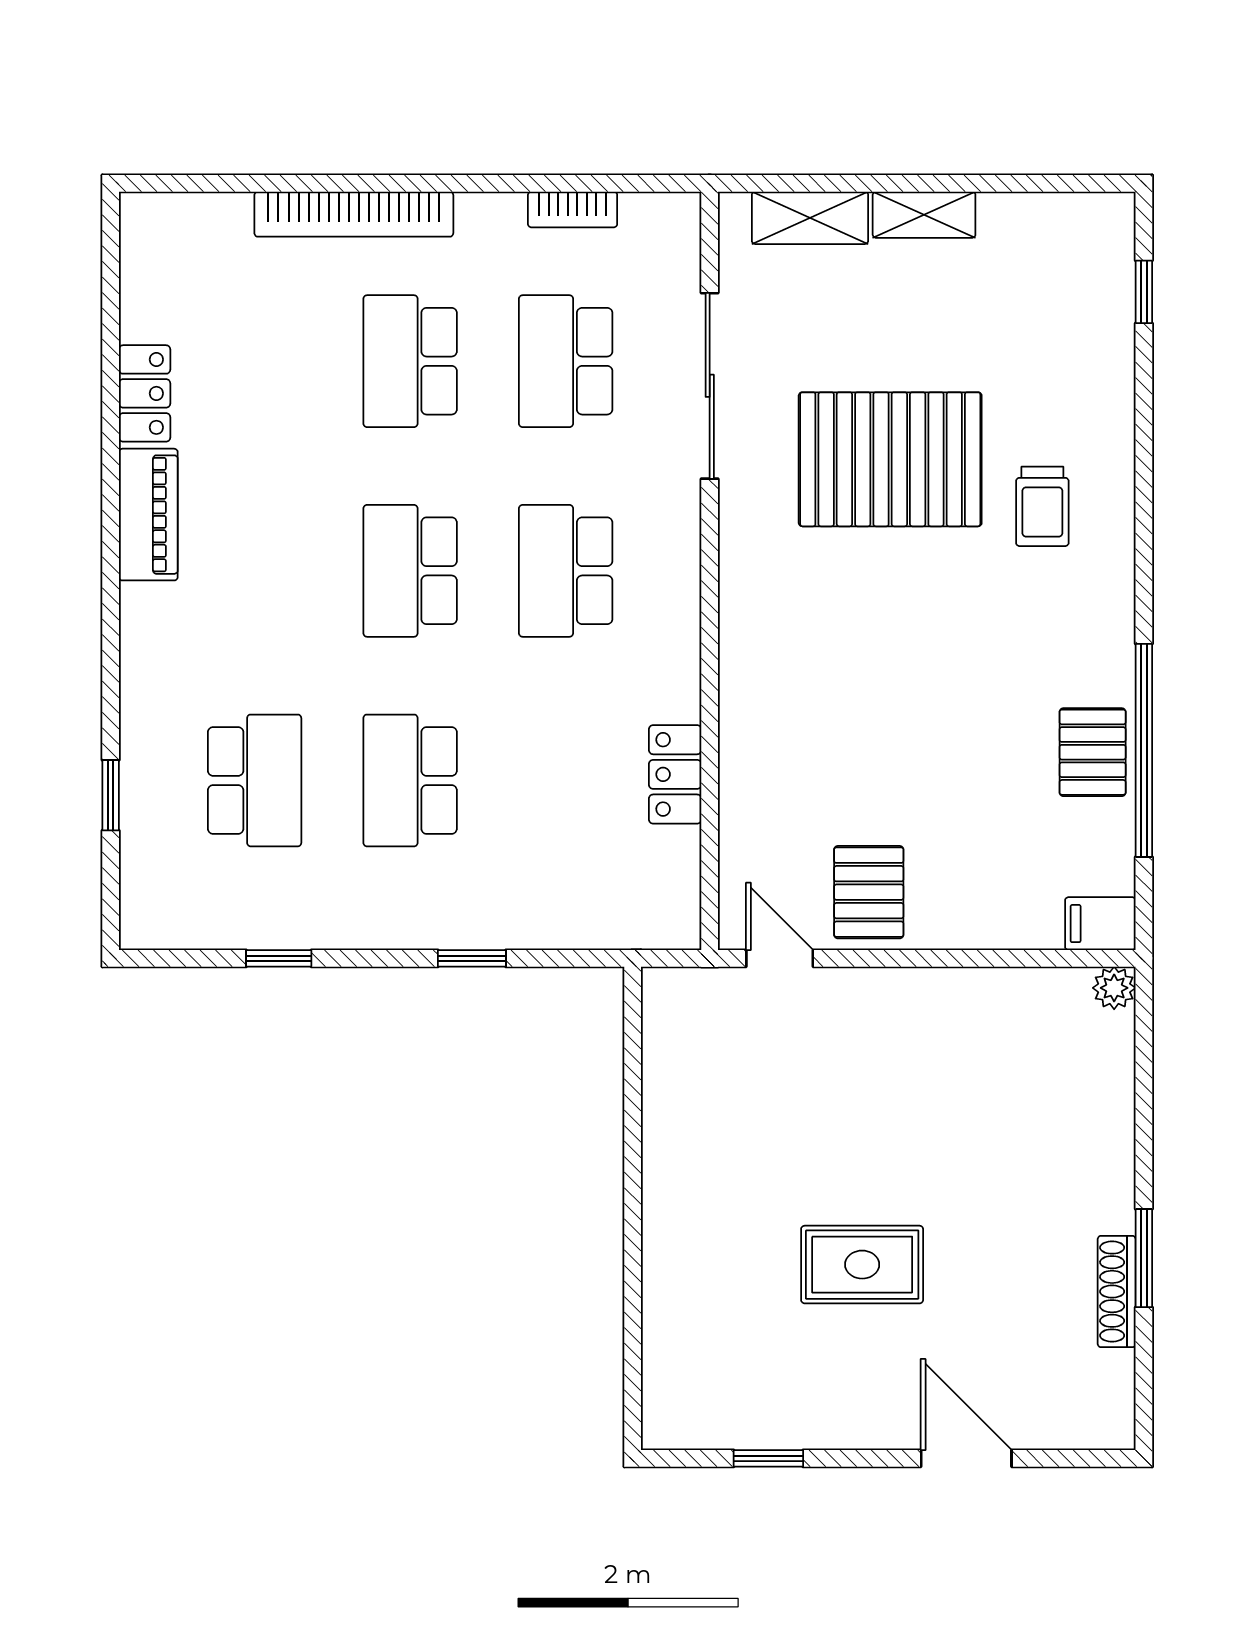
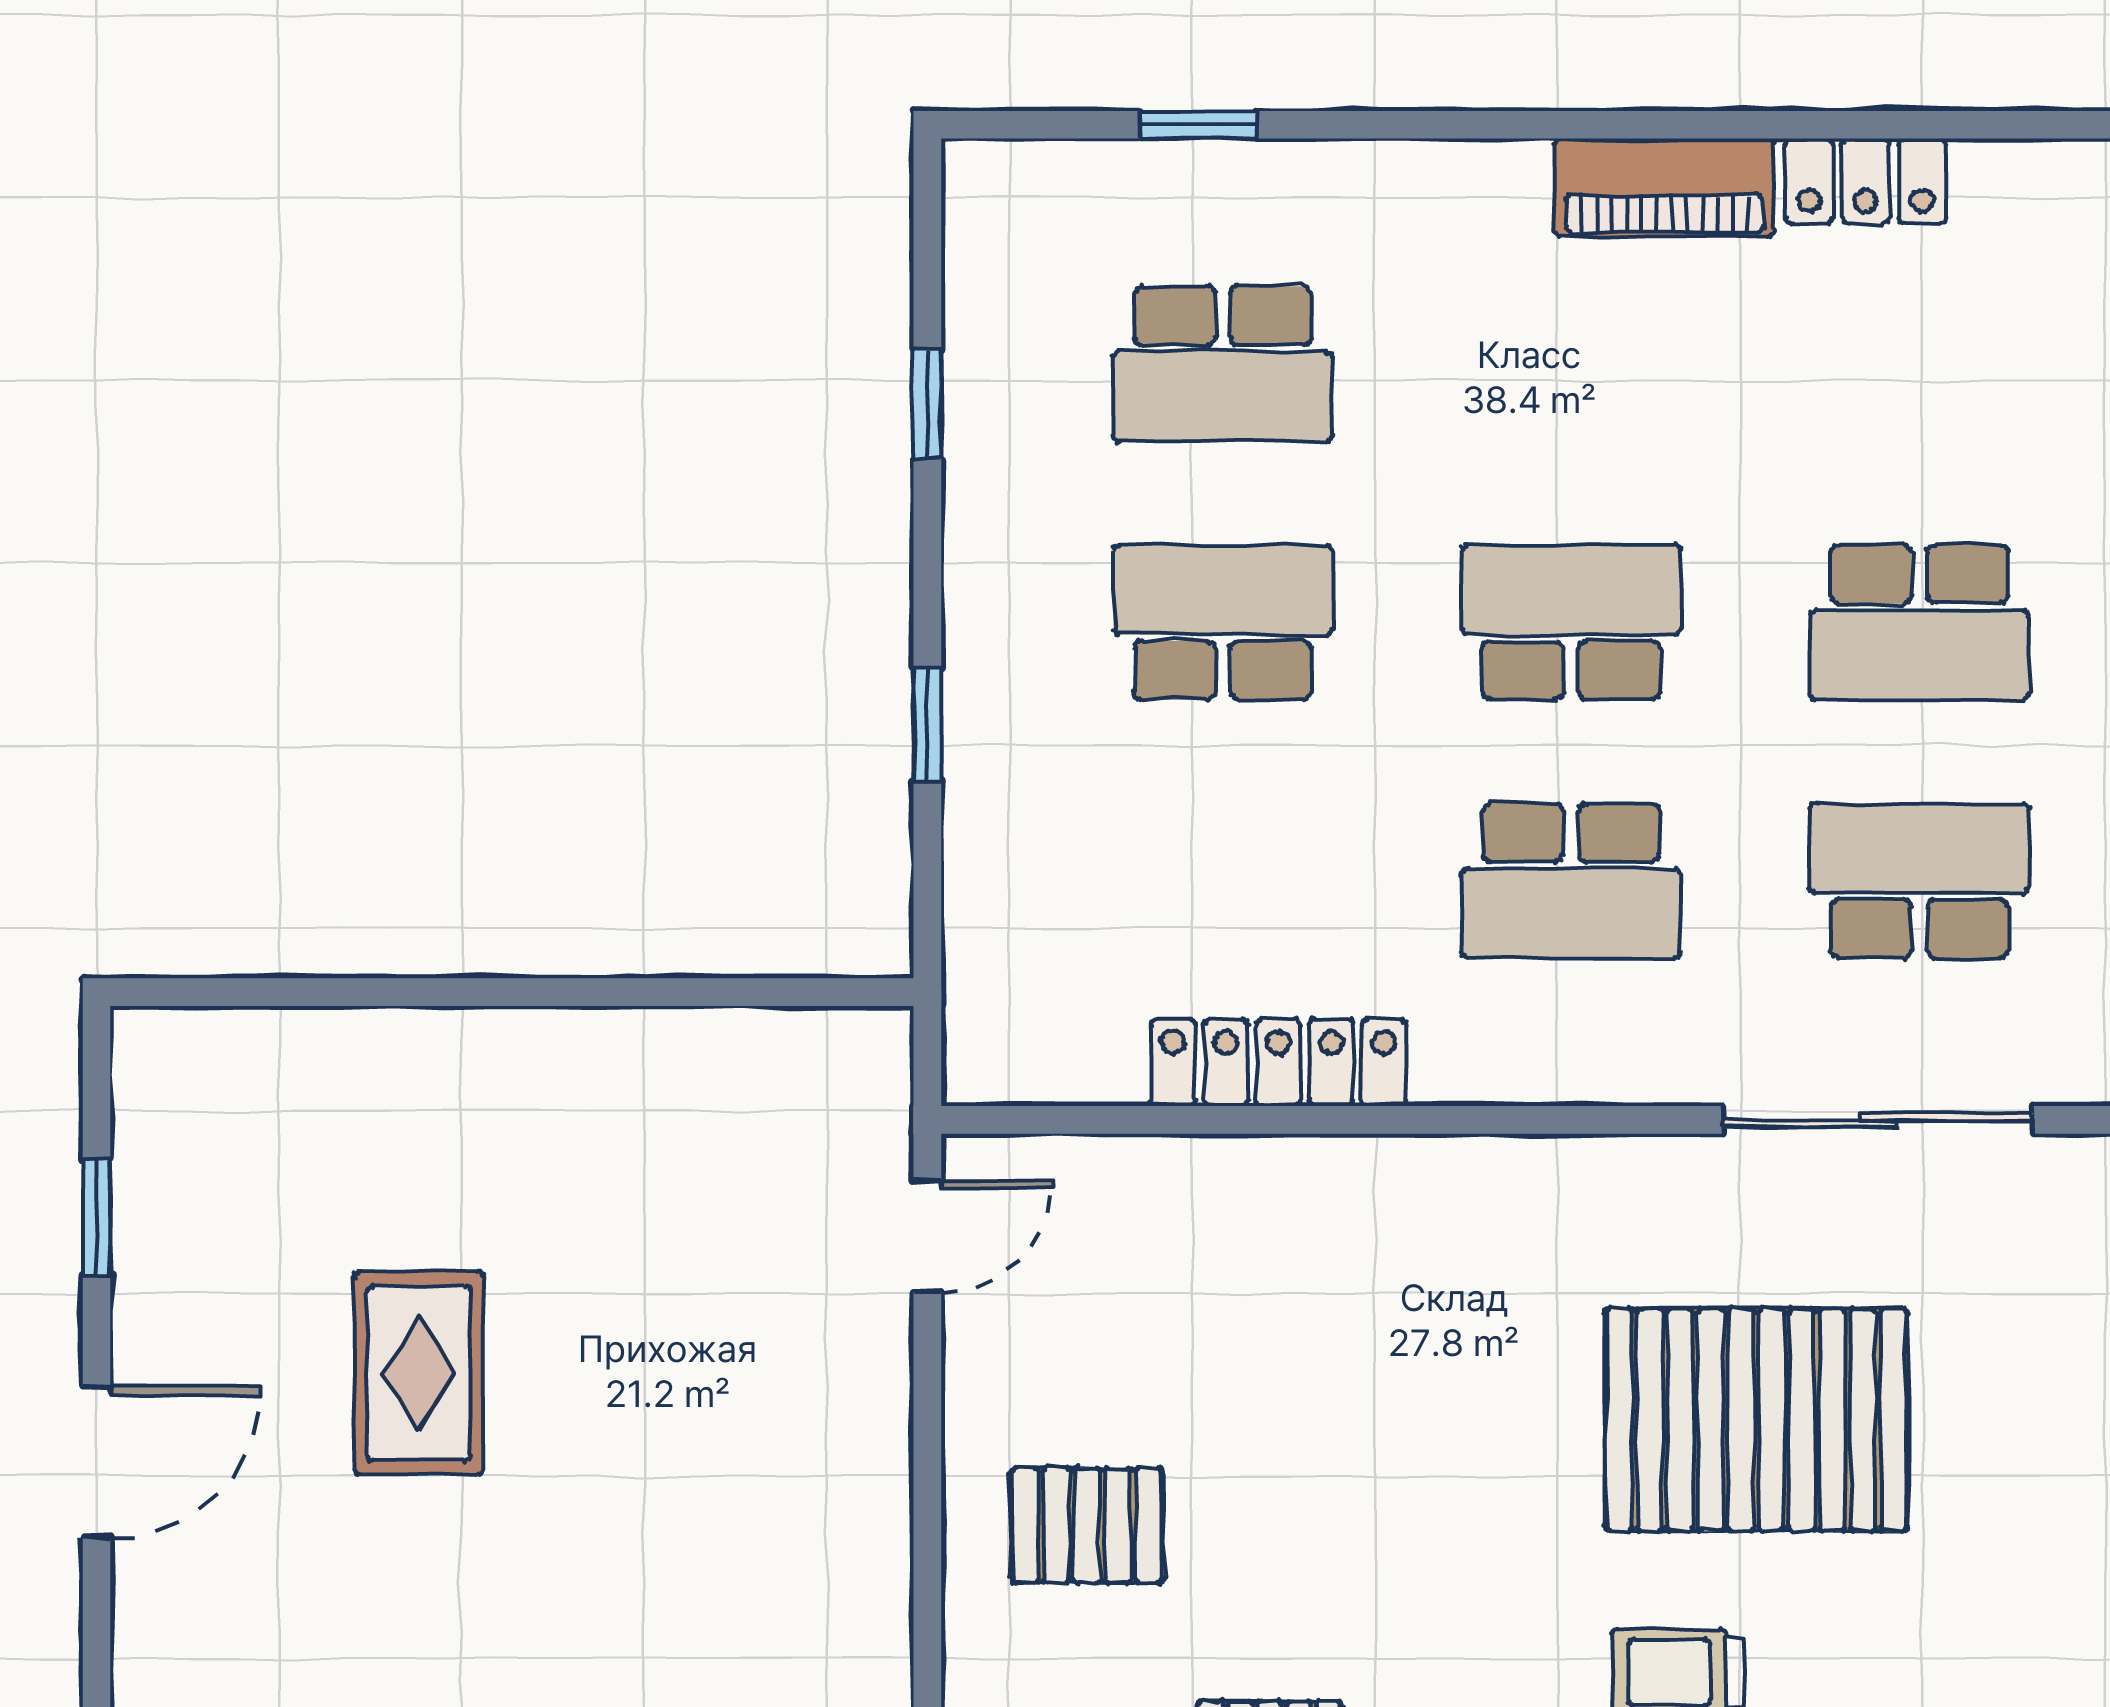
school desk: (410, 361) -> (1919, 622), turned 180
pallet: (890, 459) -> (1756, 1420), turned 90
school desk: (566, 571) -> (1571, 881), turned 180
locker: (675, 774) -> (1278, 1063), width x1.53
pallet: (869, 892) -> (1087, 1525), moved
door: (966, 1458) -> (97, 1463), moved

